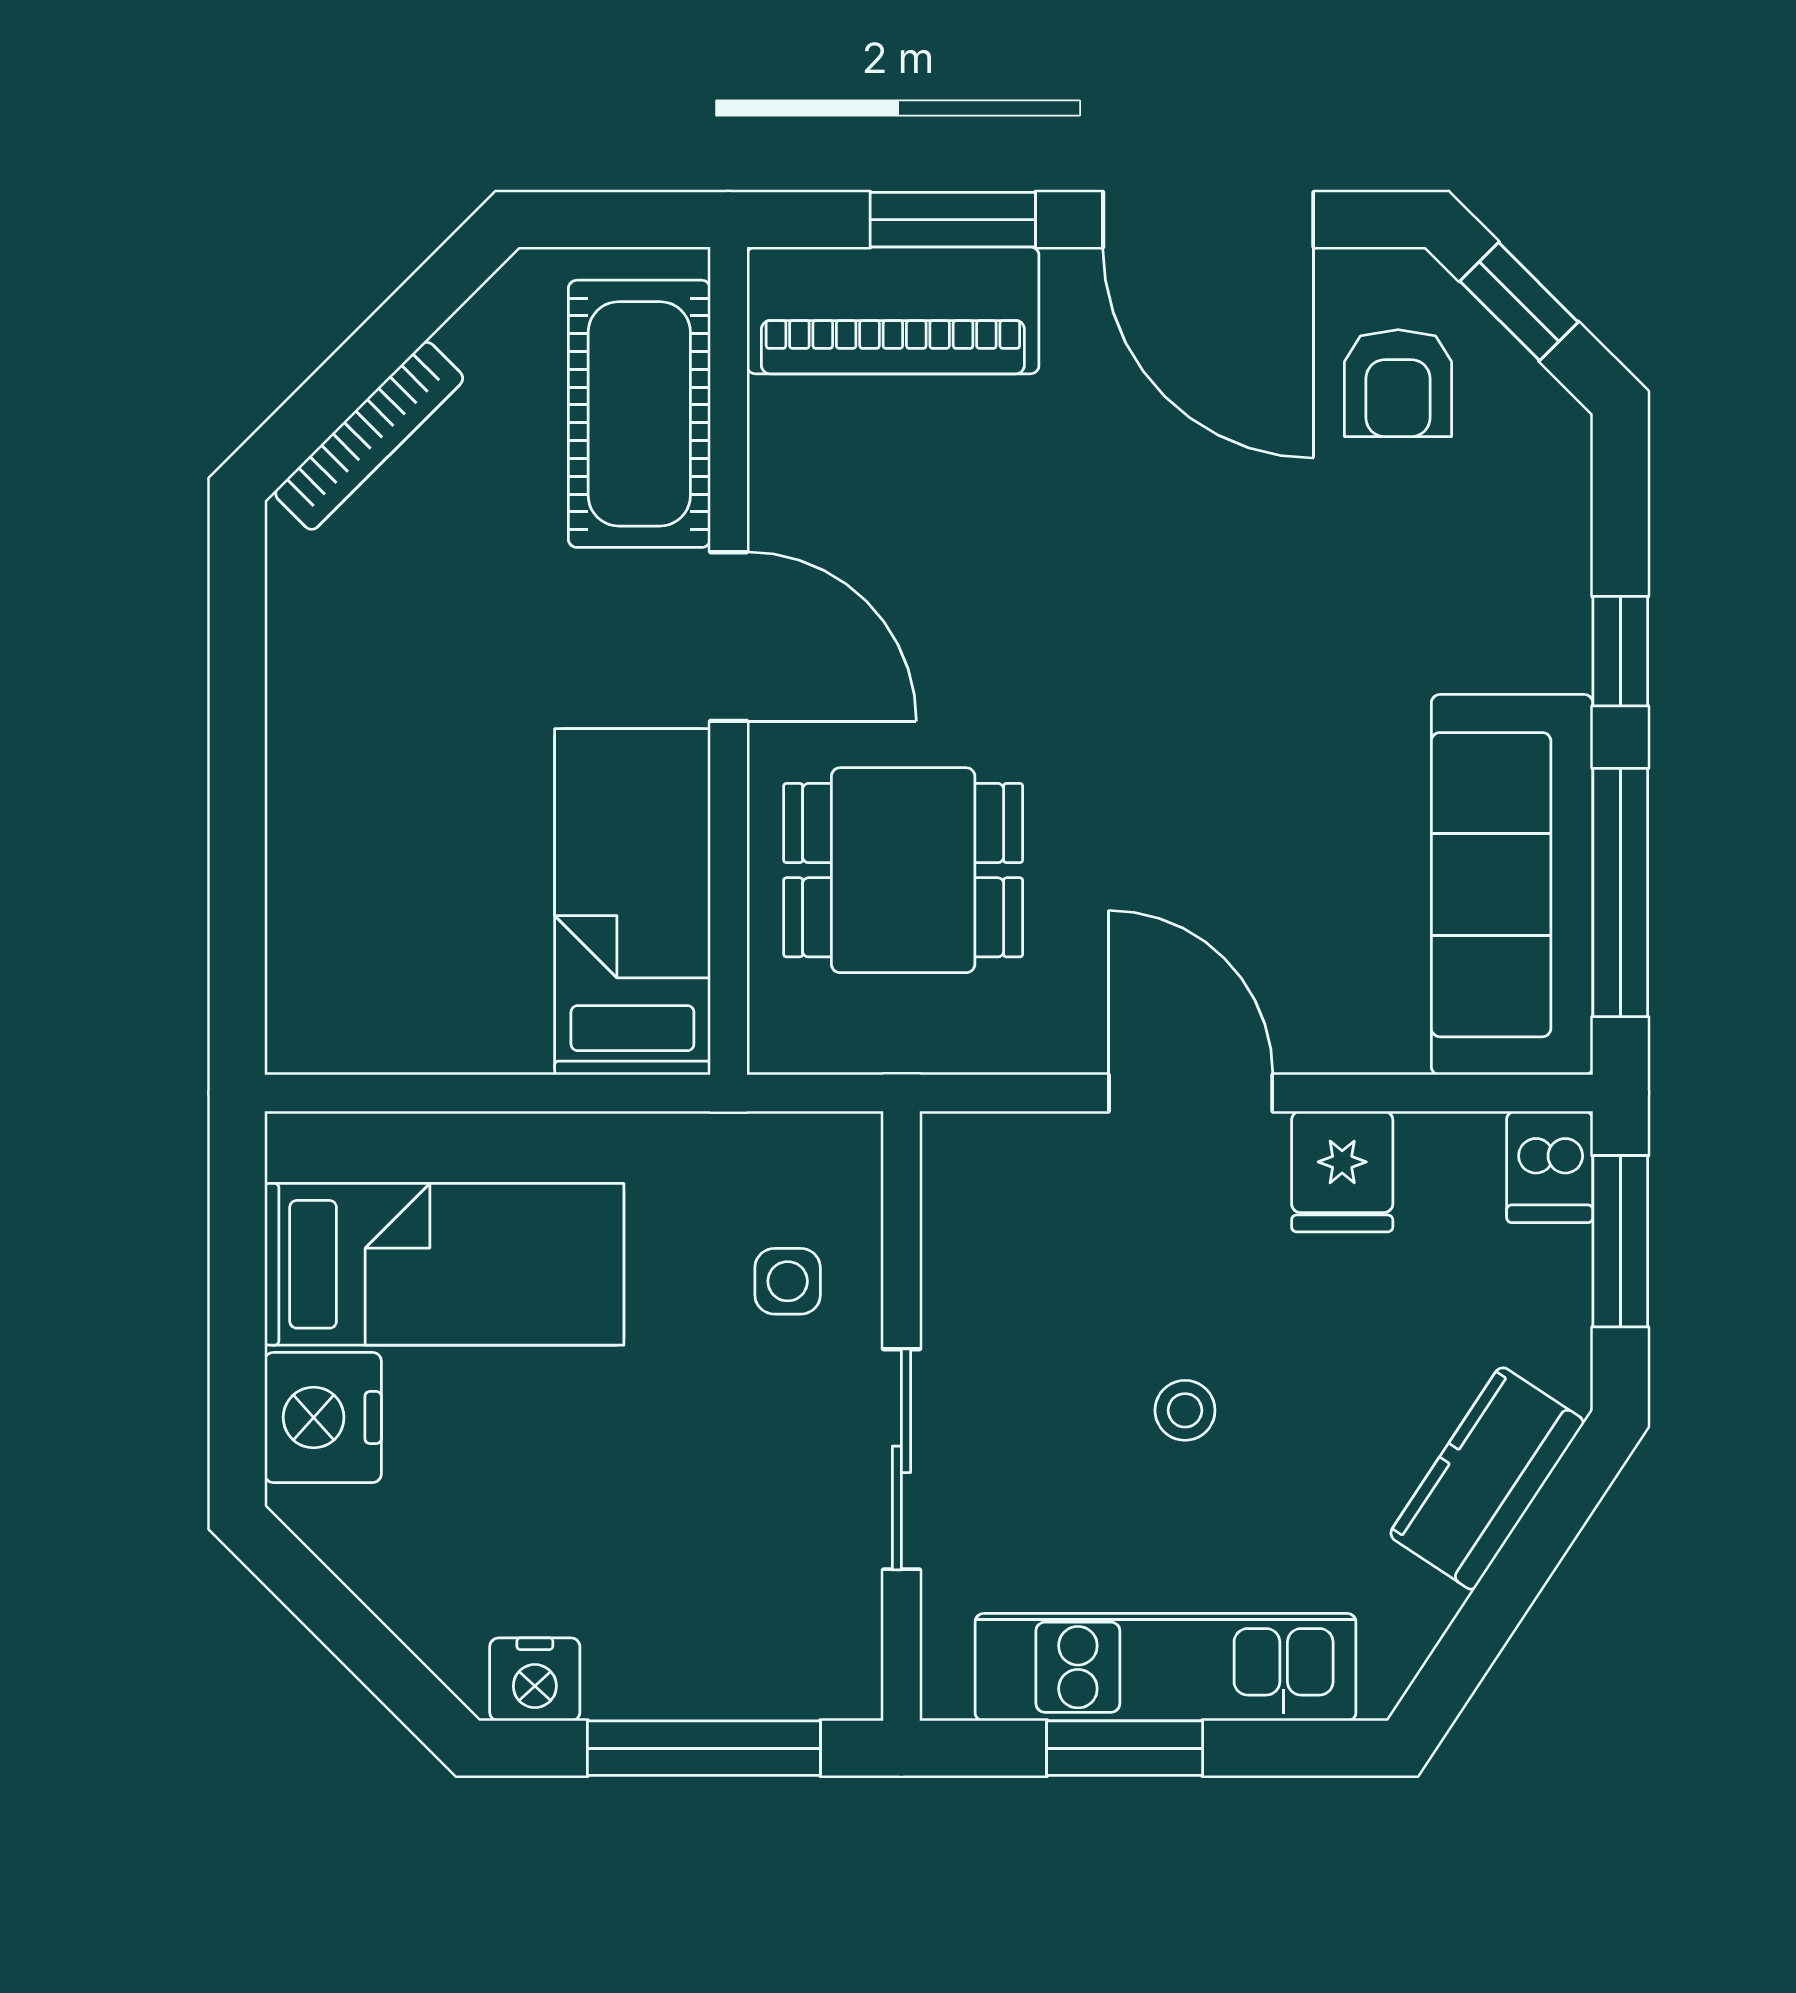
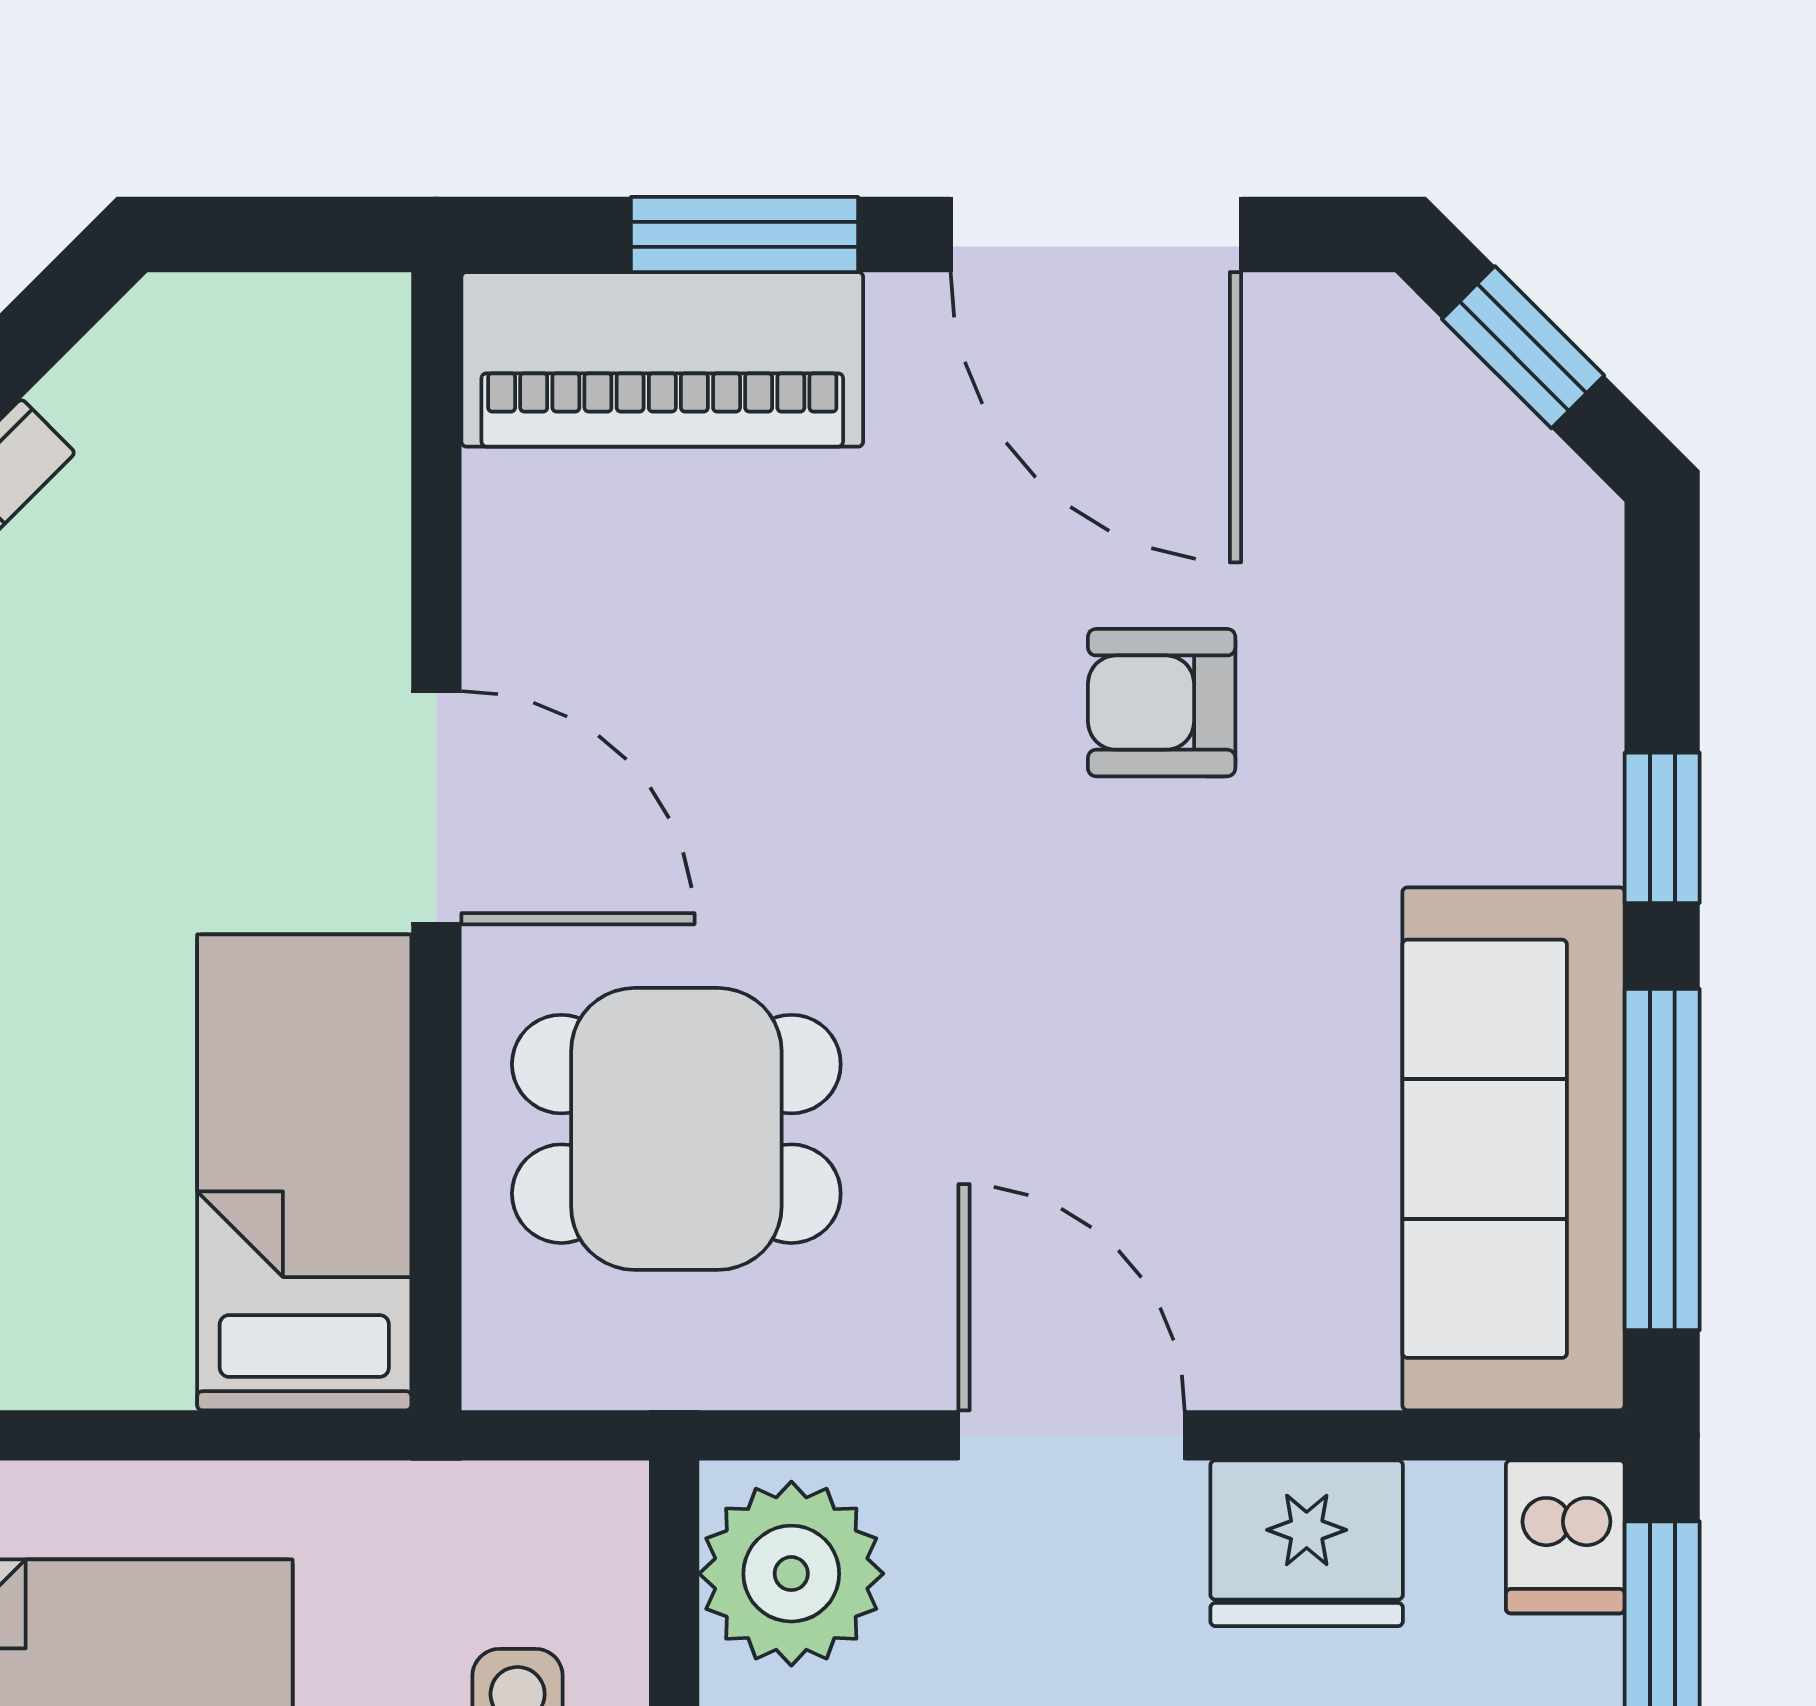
armchair: (1398, 383) -> (1162, 703), moved, turned 90
cot: (639, 414) -> (314, 502), removed
fridge: (1342, 1172) -> (1307, 1543), width x1.38
plant: (987, 1194) -> (791, 1574), added

